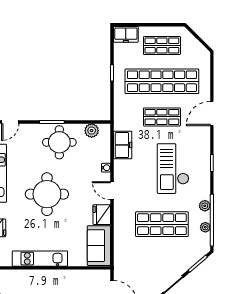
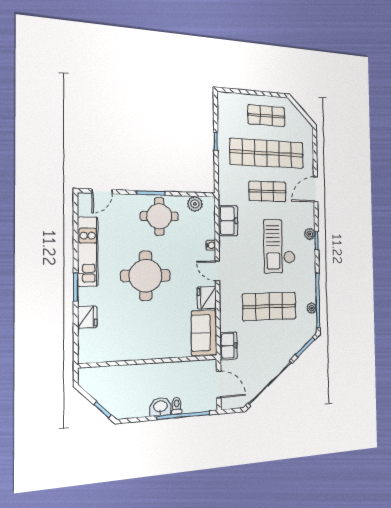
freezer: (126, 34) -> (228, 346), moved, turned -90
plant: (205, 206) -> (310, 234), moved
kitchen unit: (40, 259) -> (138, 351), removed

